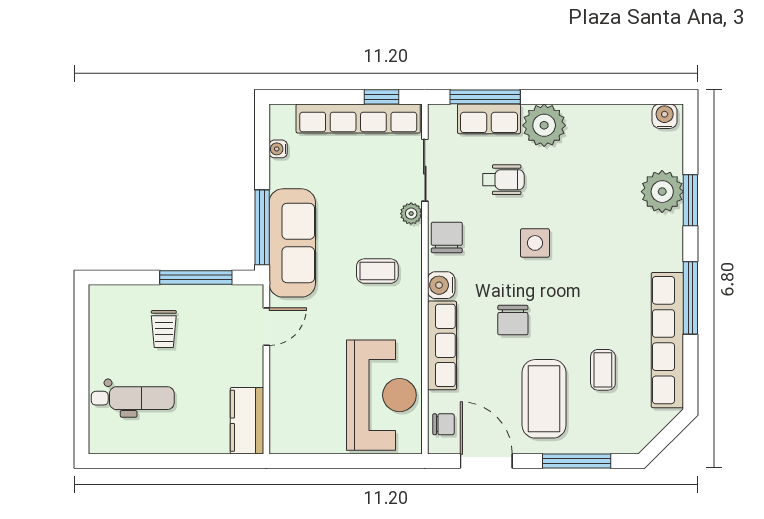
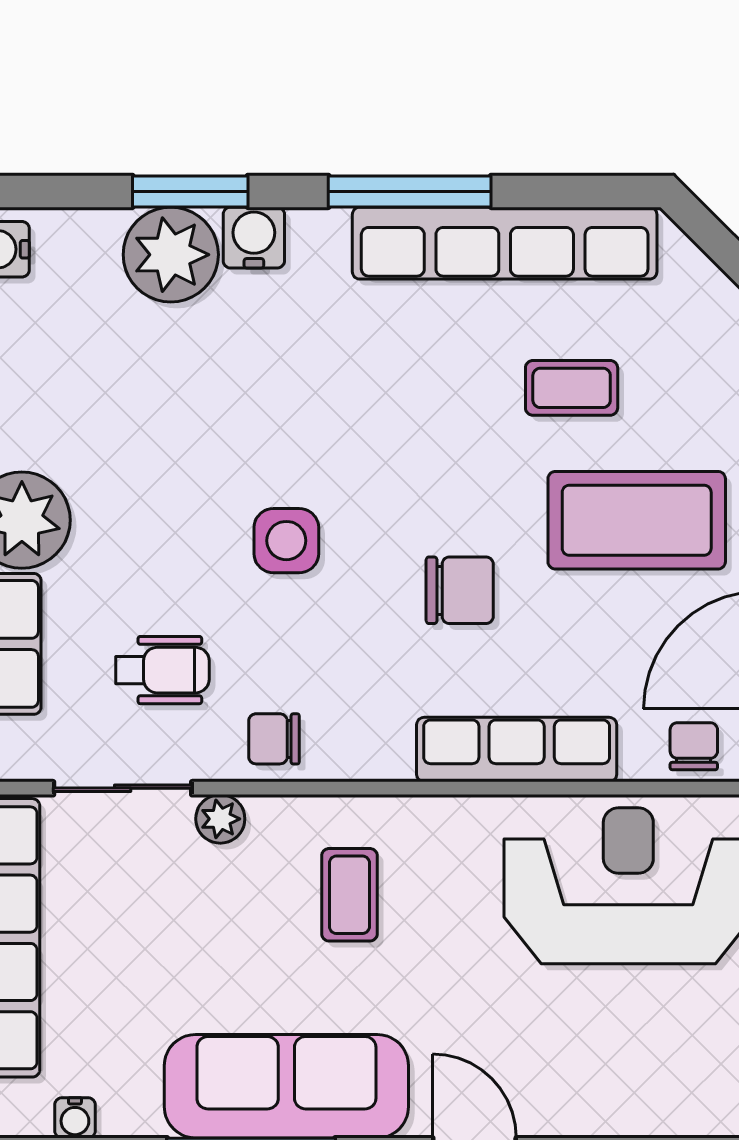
wheelchair: (503, 180) -> (162, 670), moved, turned 90
chair: (447, 237) -> (274, 739), width x0.73, depth x0.73
water cooler: (441, 285) -> (254, 238), moved, turned 180

